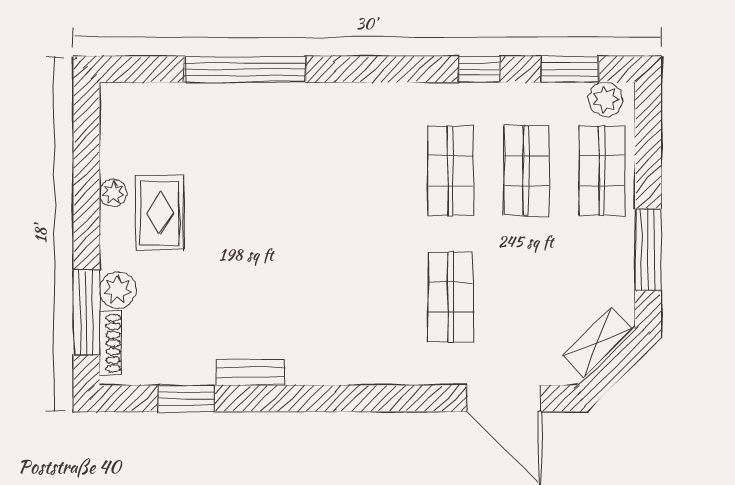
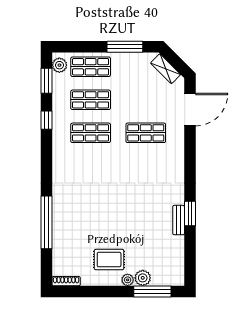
plant: (113, 193) -> (128, 280), moved
shoe rack: (110, 343) -> (66, 281), moved
window: (186, 398) -> (190, 213), moved

